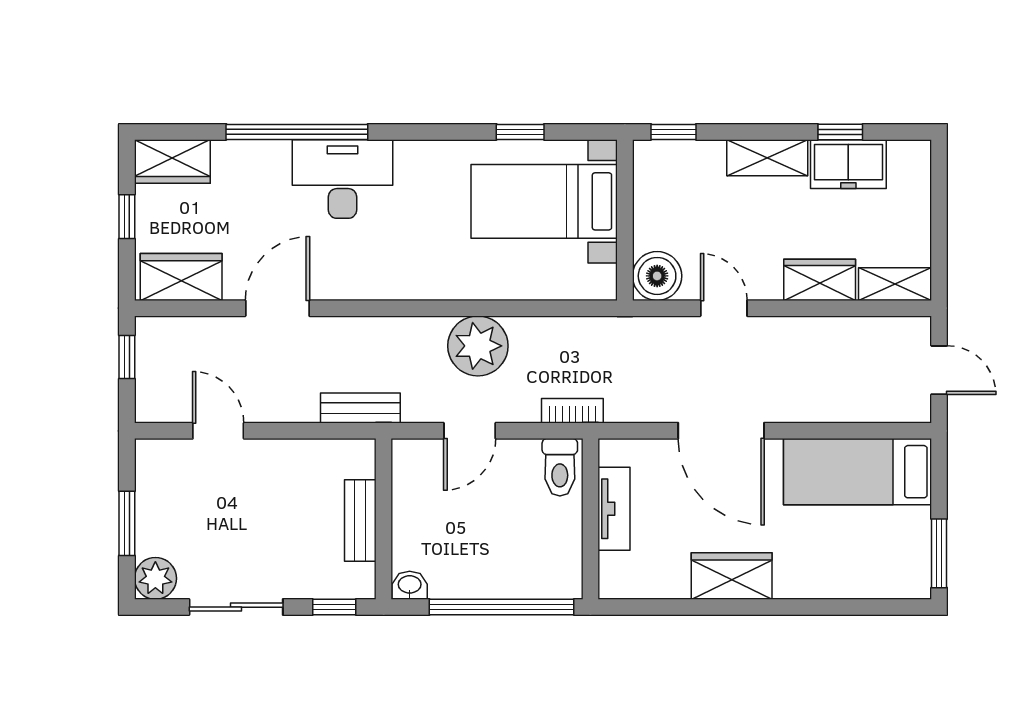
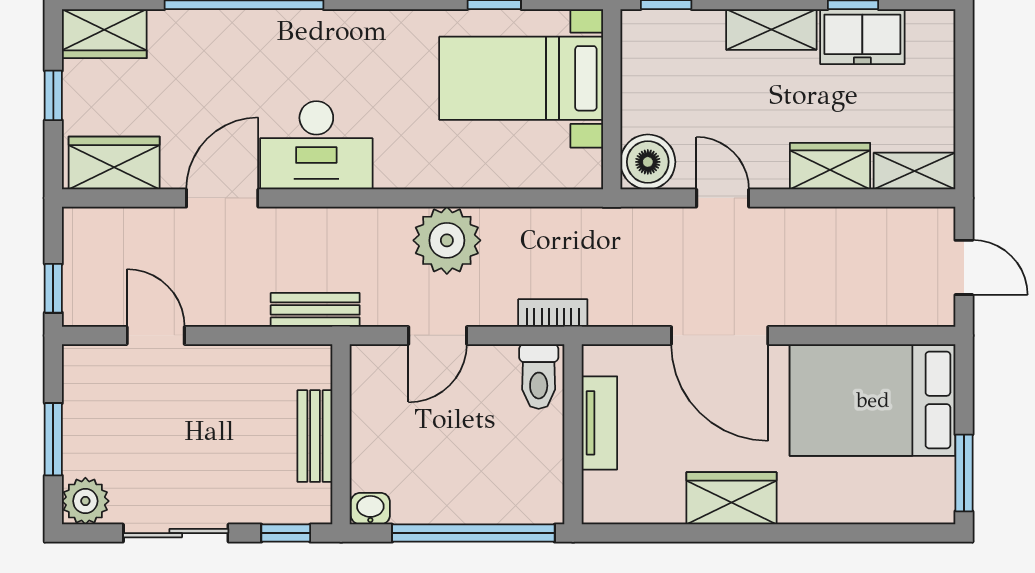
desk: (343, 179) -> (316, 145), moved, turned 180
window: (127, 357) -> (53, 288), moved
bed: (858, 472) -> (873, 400), width x1.50

